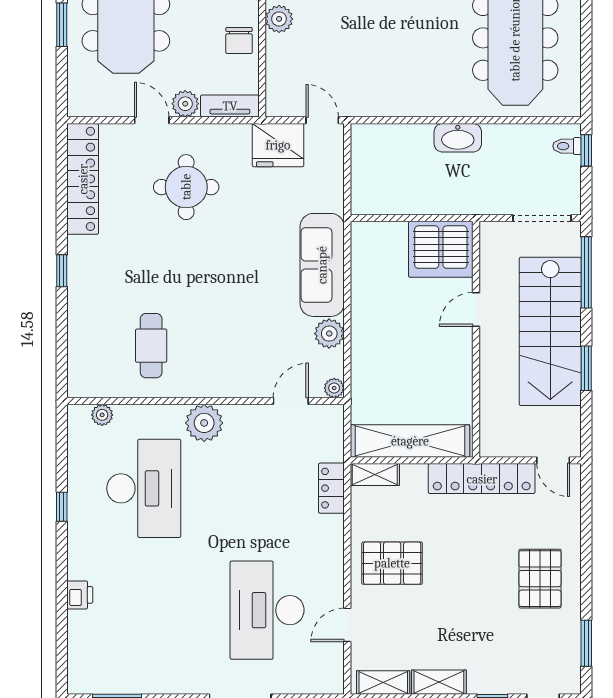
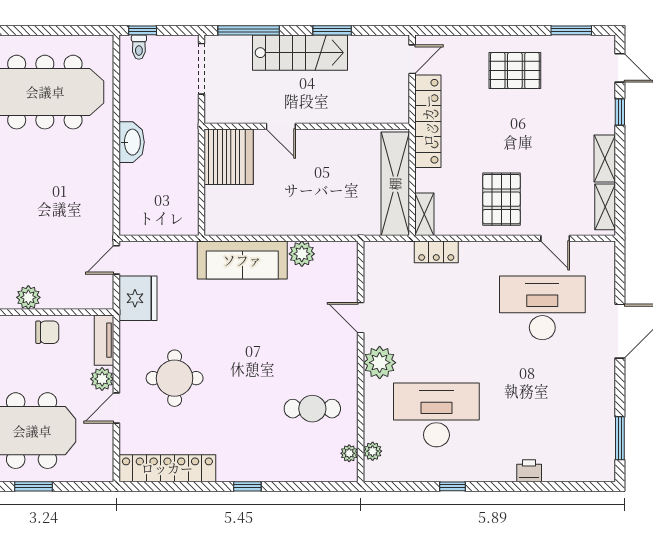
stairs: (550, 331) -> (300, 53), width x0.73, depth x0.66
plant: (334, 388) -> (349, 453), moved
door: (291, 401) -> (361, 318), moved
desk: (267, 610) -> (542, 308), turned 180

